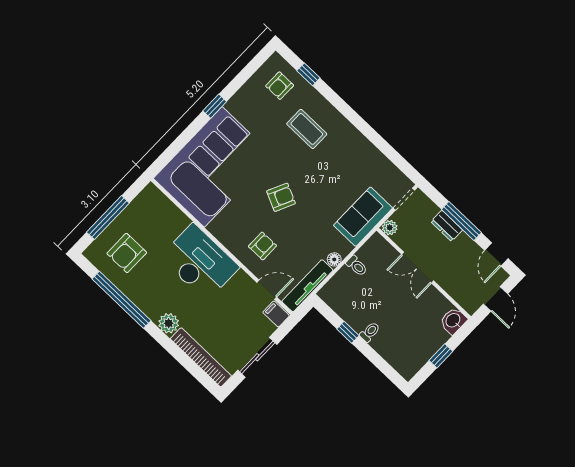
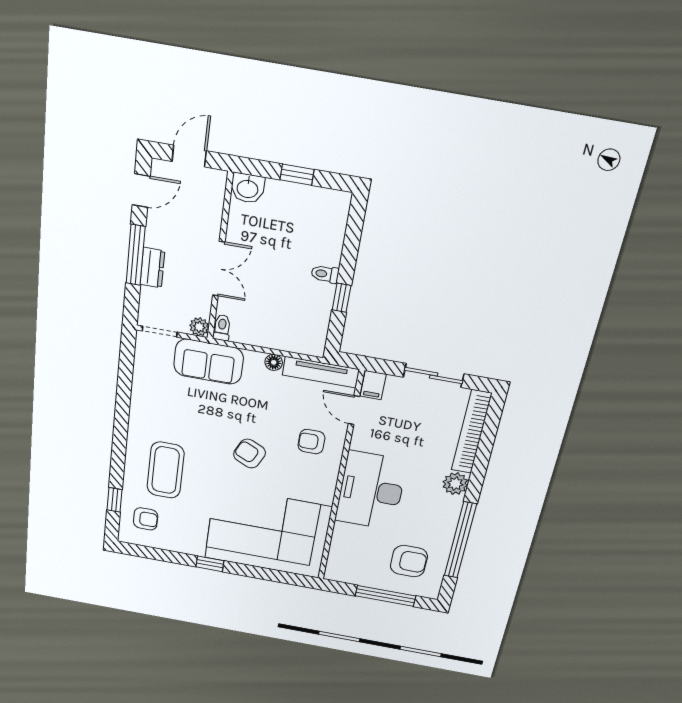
coffee table: (307, 129) -> (166, 470), width x1.36, depth x1.32
toilet: (357, 266) -> (222, 328), moved

